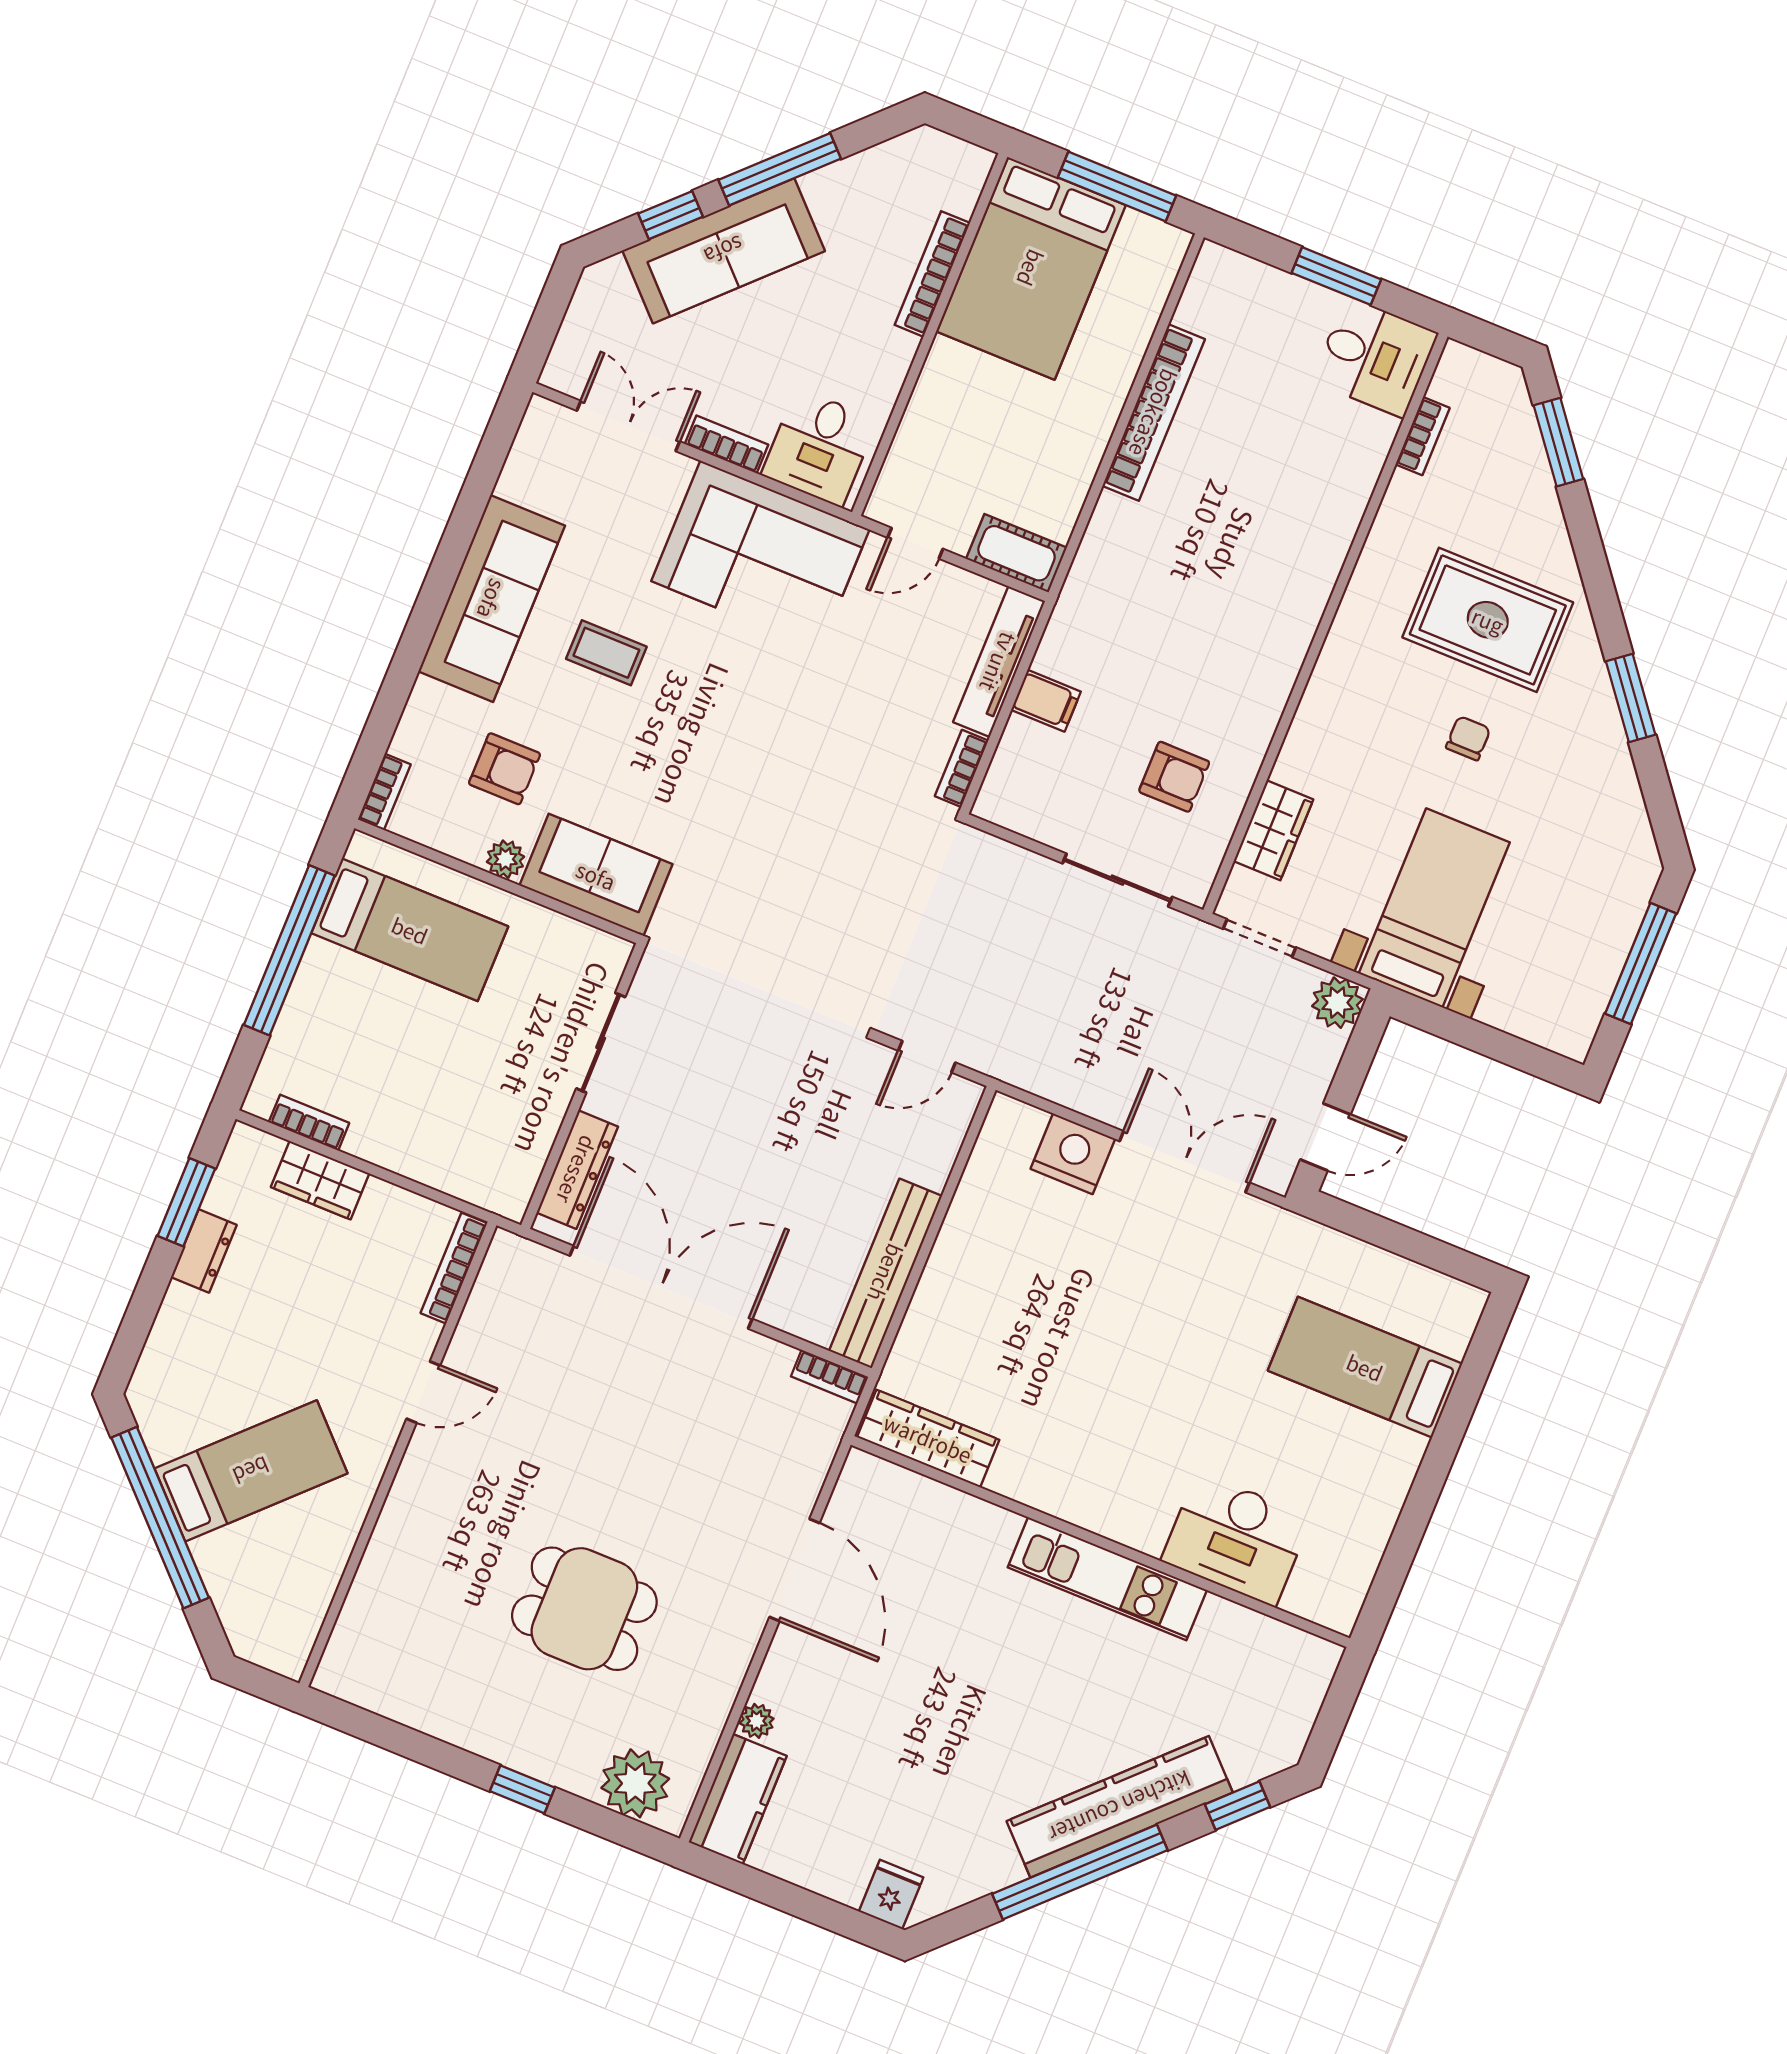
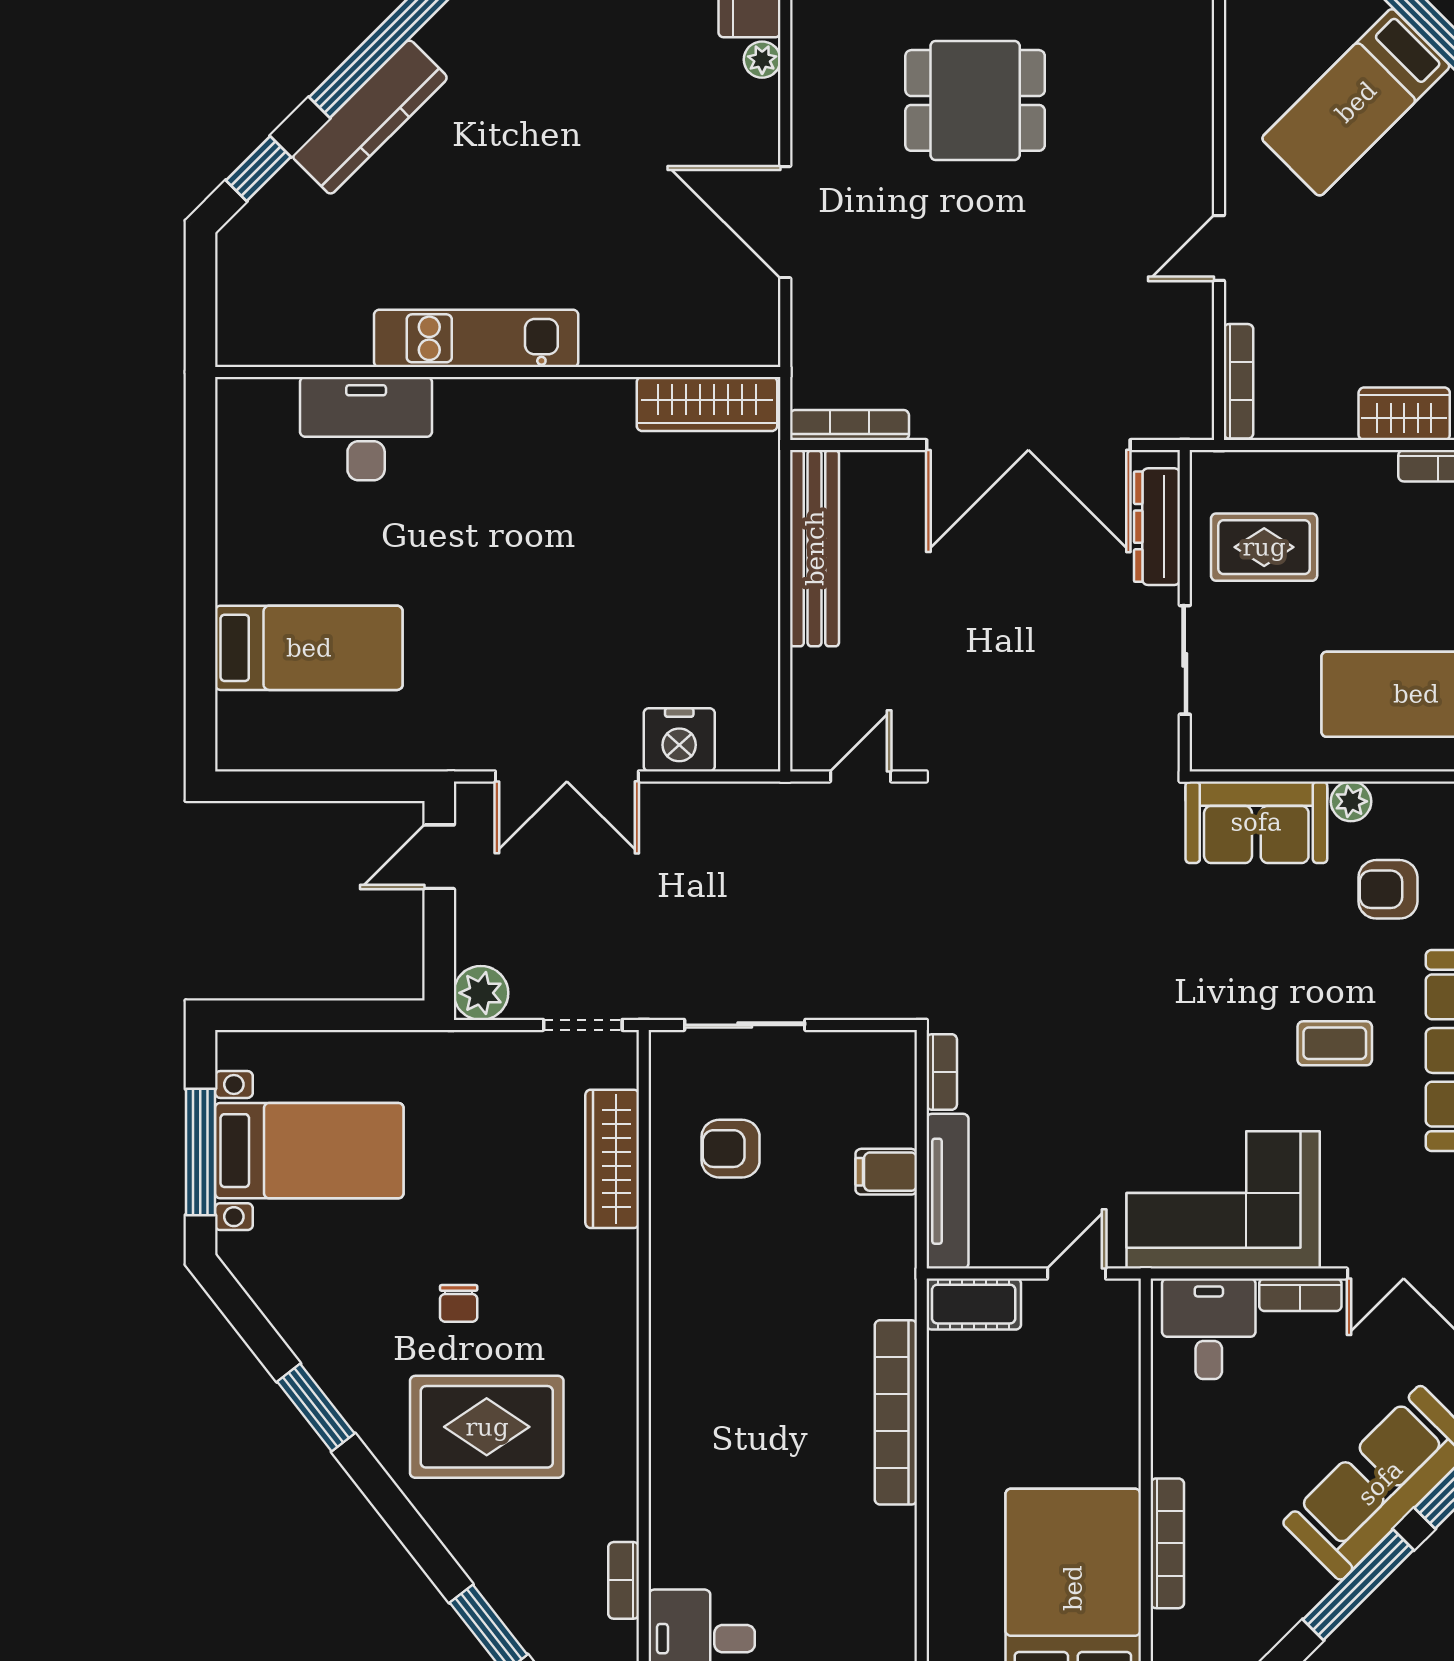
bookcase: (1154, 413) -> (896, 1412), moved
wardrobe: (1273, 830) -> (612, 1159), width x1.50
bed with nightstands: (1434, 908) -> (309, 1151), moved, turned -90
rug: (491, 1113) -> (1264, 547), added
bookcase: (830, 1377) -> (849, 425), width x1.56
kitchen counter: (1120, 1807) -> (370, 117), width x0.72, depth x0.86

